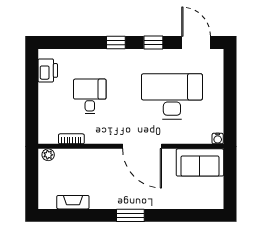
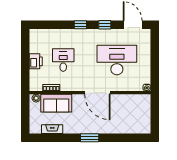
printer: (48, 70) -> (36, 61), moved
sofa: (200, 162) -> (56, 103), moved

